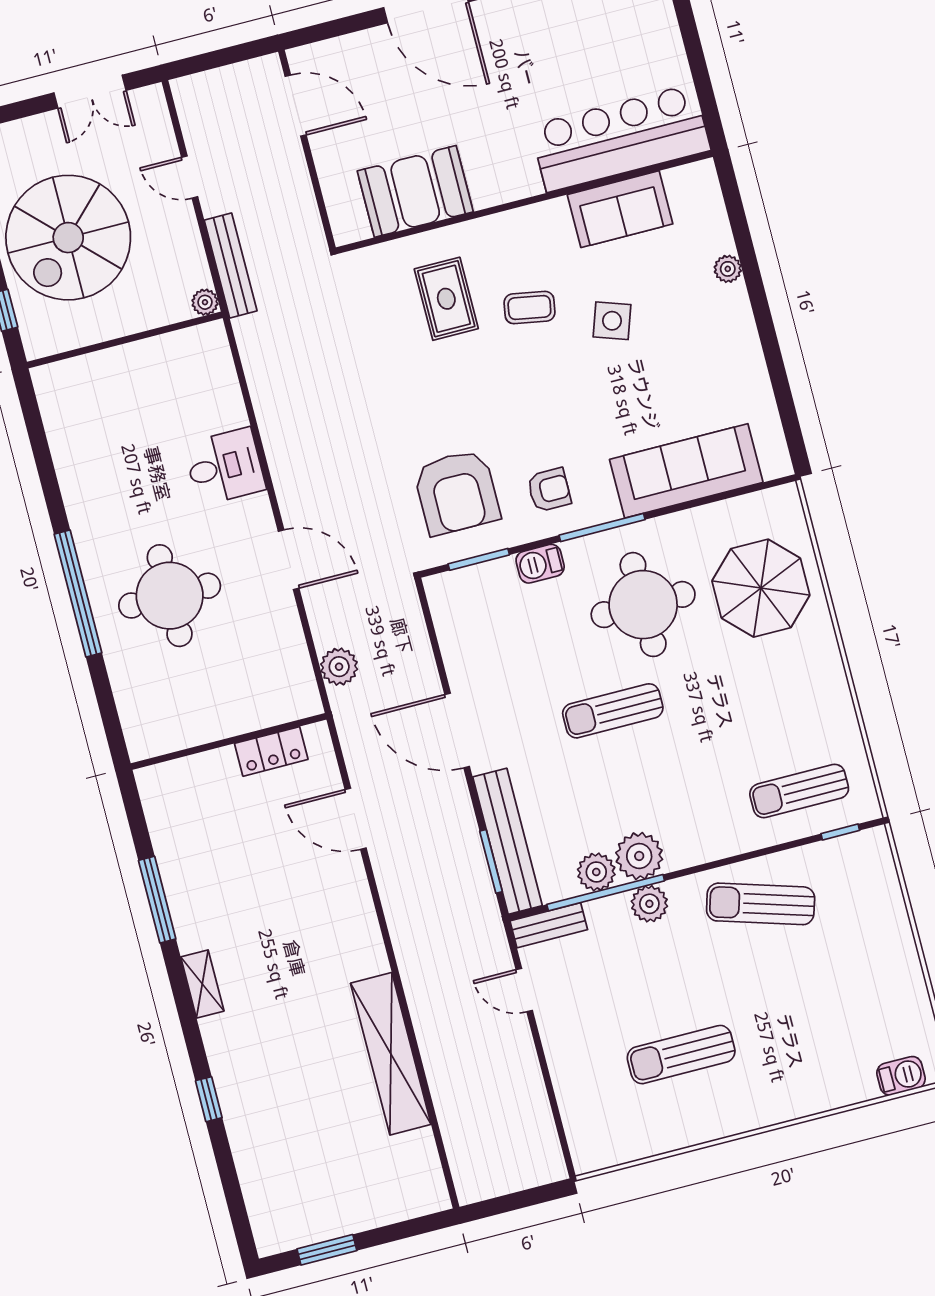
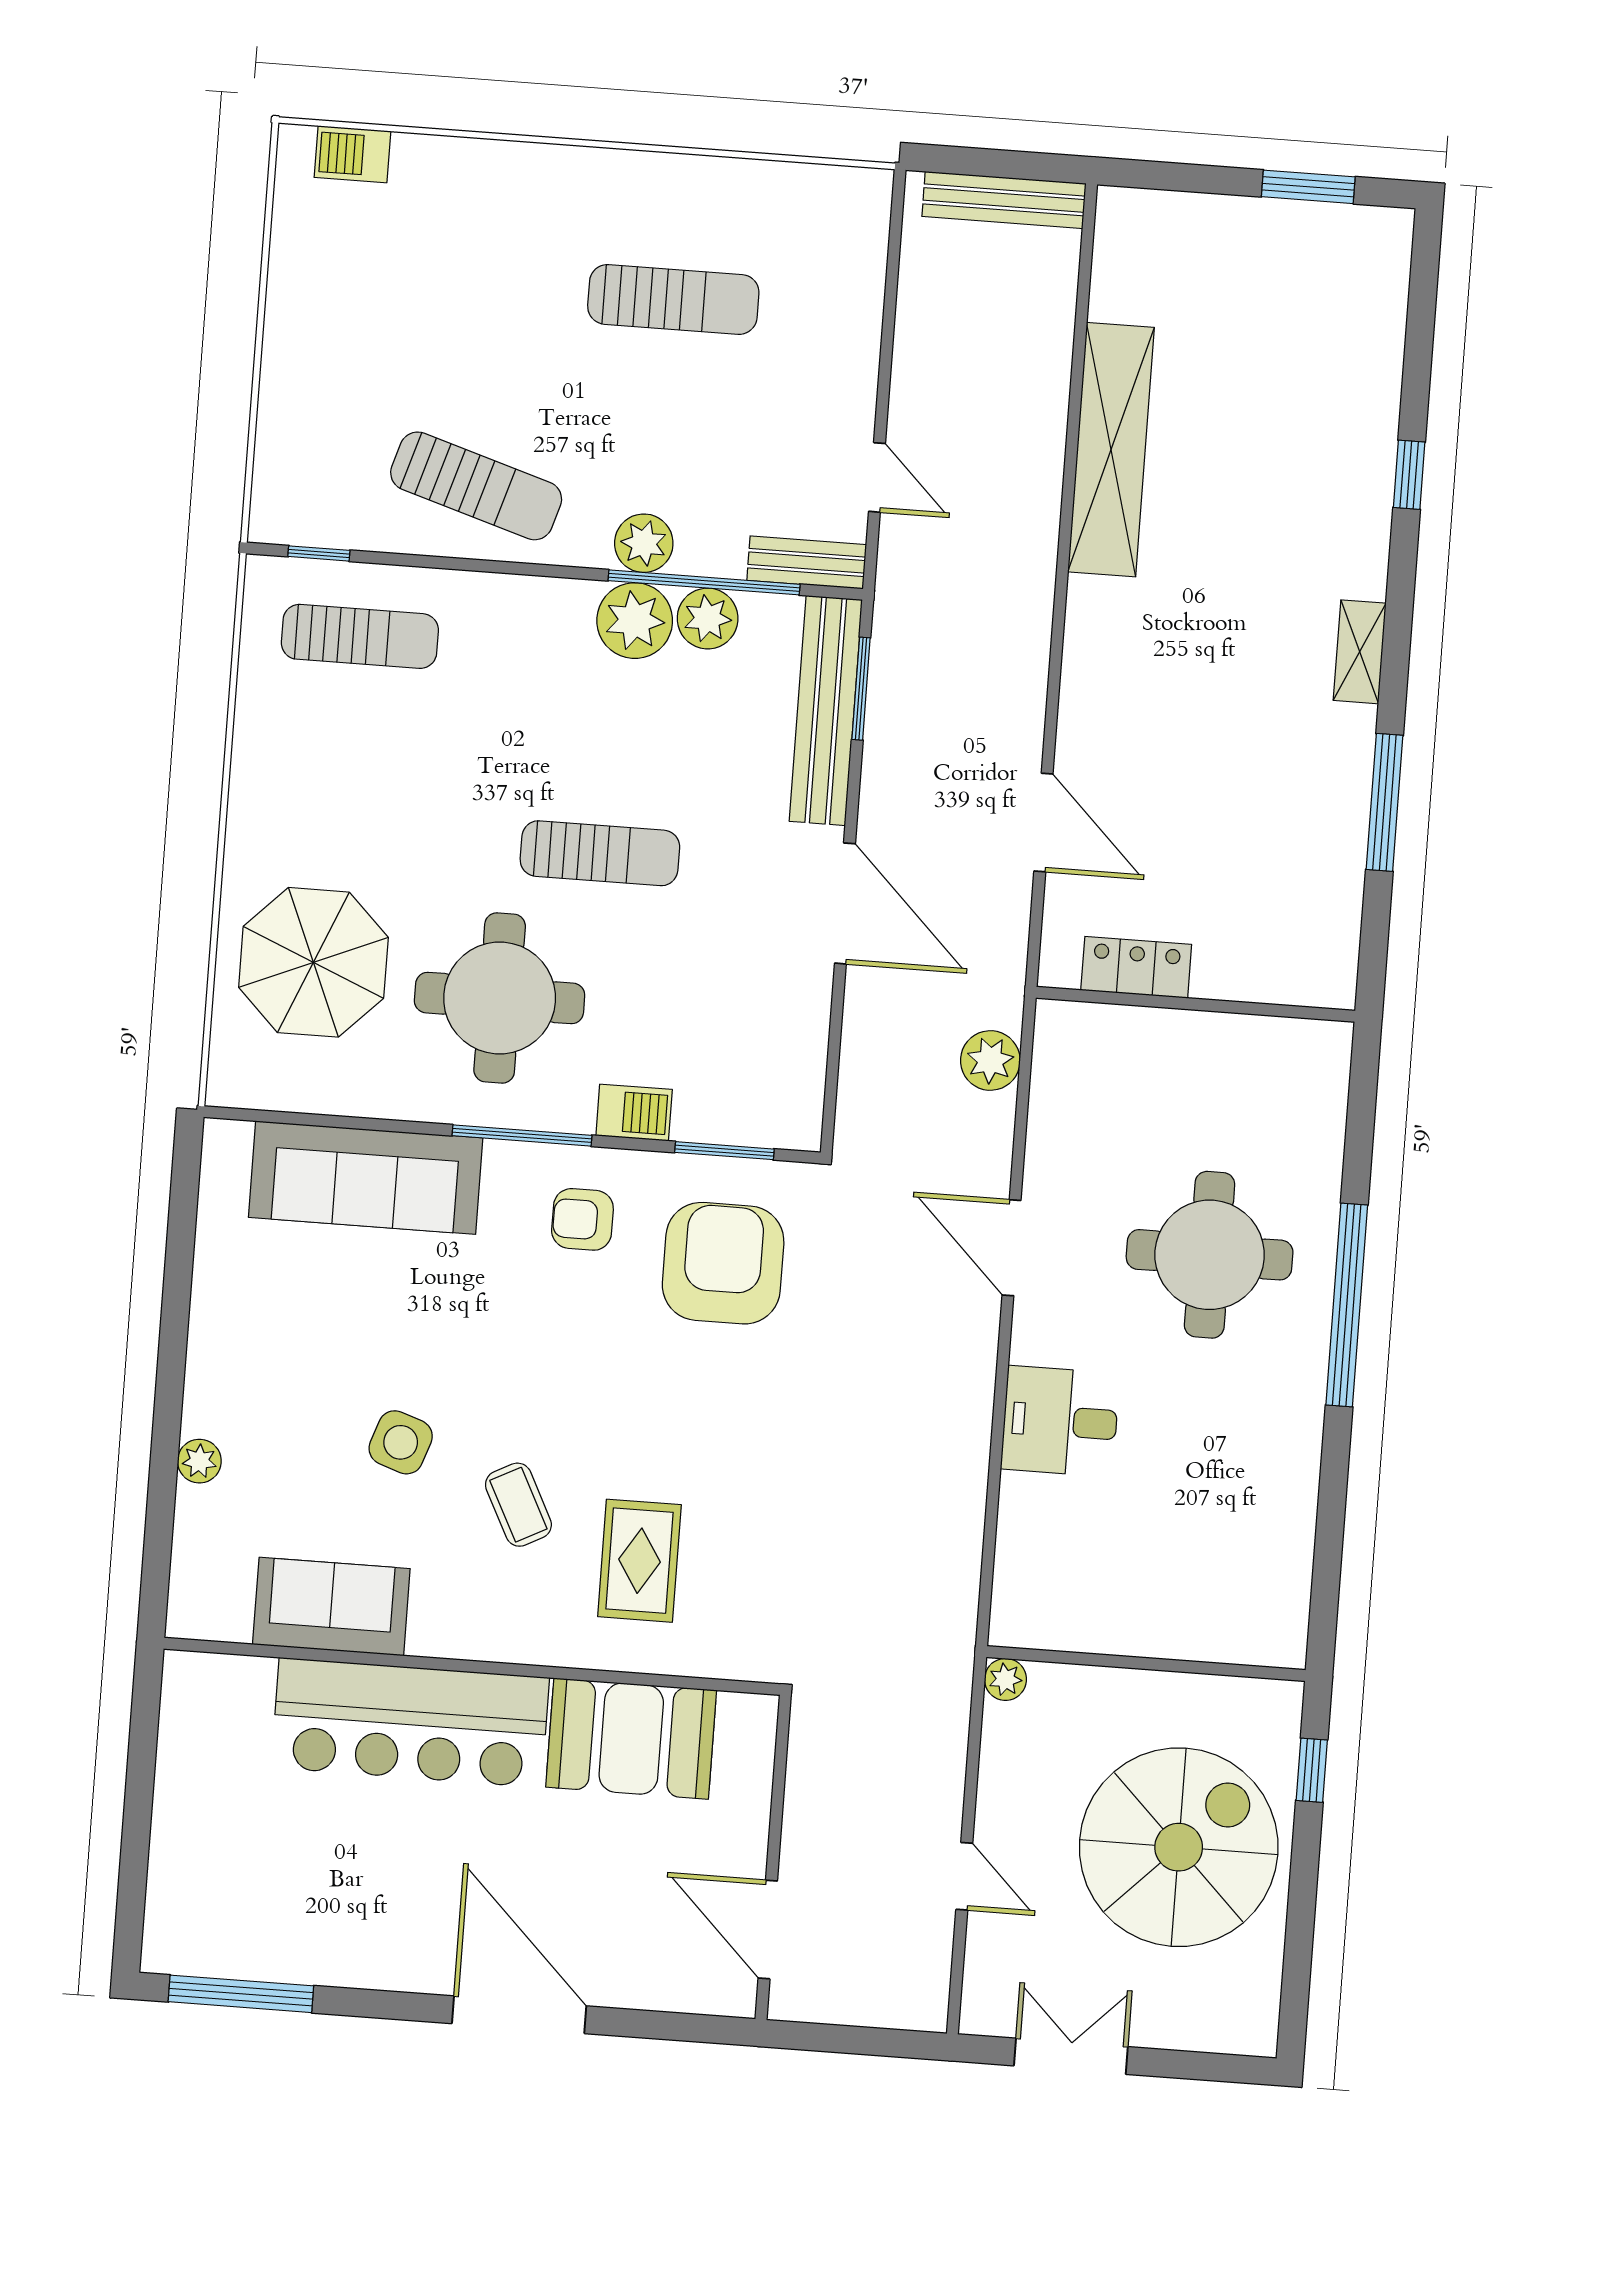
bar counter: (620, 138) -> (410, 1722), moved
bench: (231, 265) -> (1004, 200), moved, turned 90
coffee table: (529, 308) -> (518, 1505), turned 53

